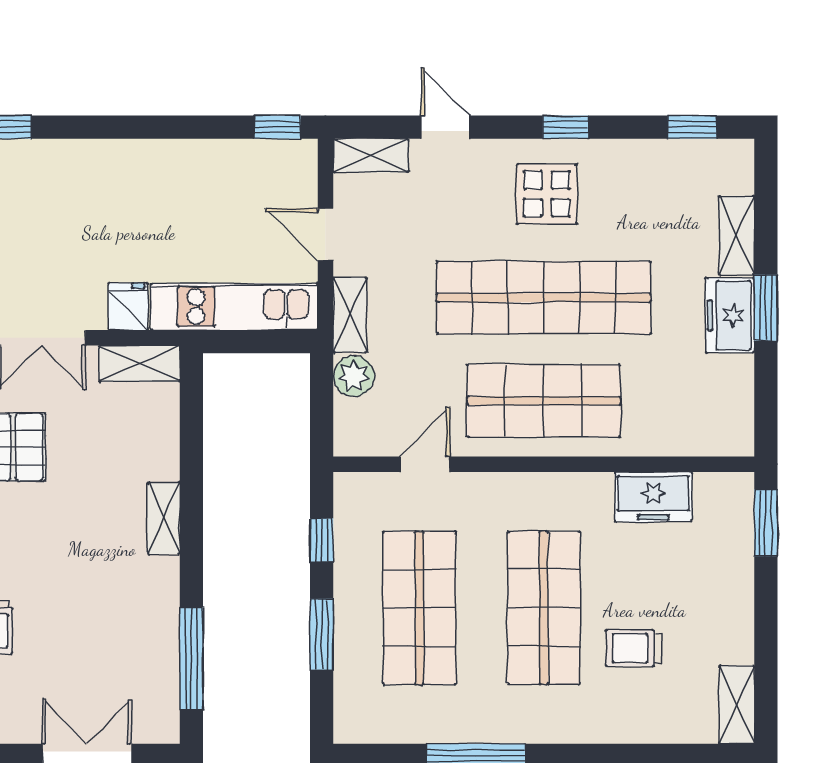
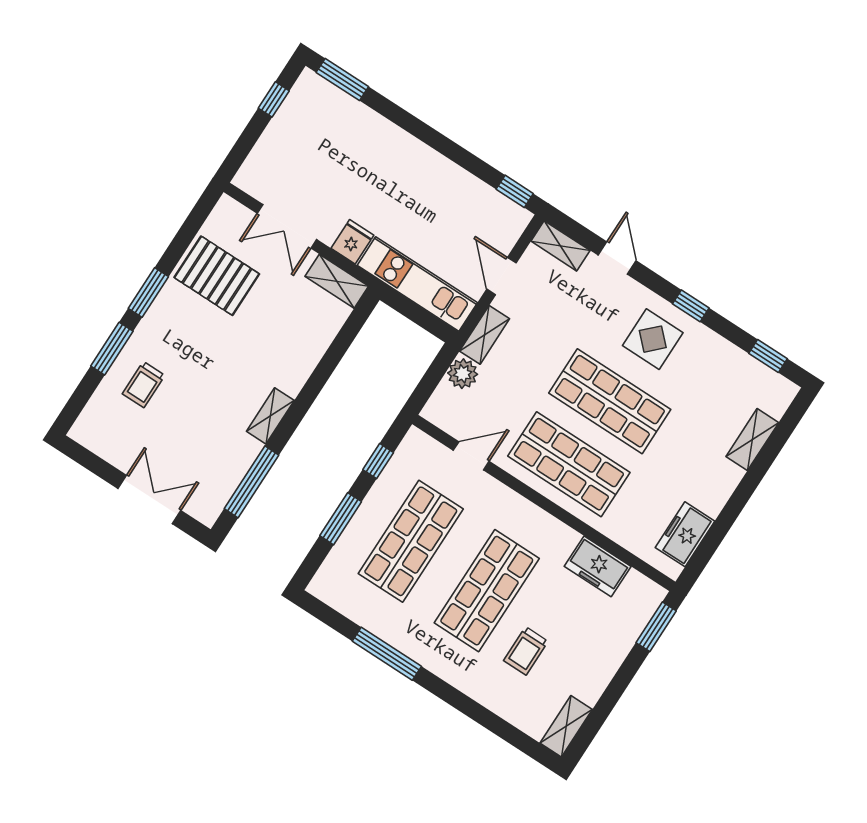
shop shelf: (544, 298) -> (610, 401), width x0.71
window: (766, 308) -> (741, 495), removed
freezer: (730, 315) -> (685, 534), moved
shelving: (164, 518) -> (270, 416), moved
trolley: (634, 648) -> (526, 651), turned -90

